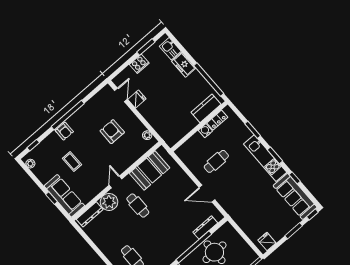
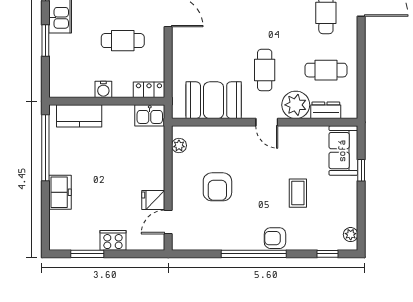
kitchen sink: (170, 49) -> (150, 115), moved, turned 90
locker: (217, 120) -> (149, 90), moved
armchair: (64, 131) -> (275, 238), turned -90
door: (116, 182) -> (267, 122), hinge flipped
sofa: (64, 196) -> (343, 151), width x0.73
dresser: (90, 214) -> (326, 110), width x0.70
cafe table: (109, 231) -> (326, 70), added

